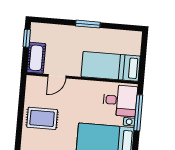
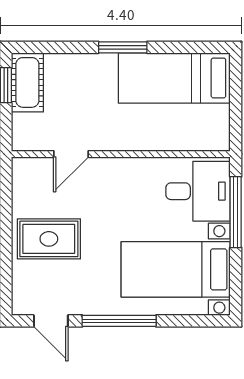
cot: (36, 58) -> (27, 82), moved
bed: (111, 66) -> (174, 78), moved

